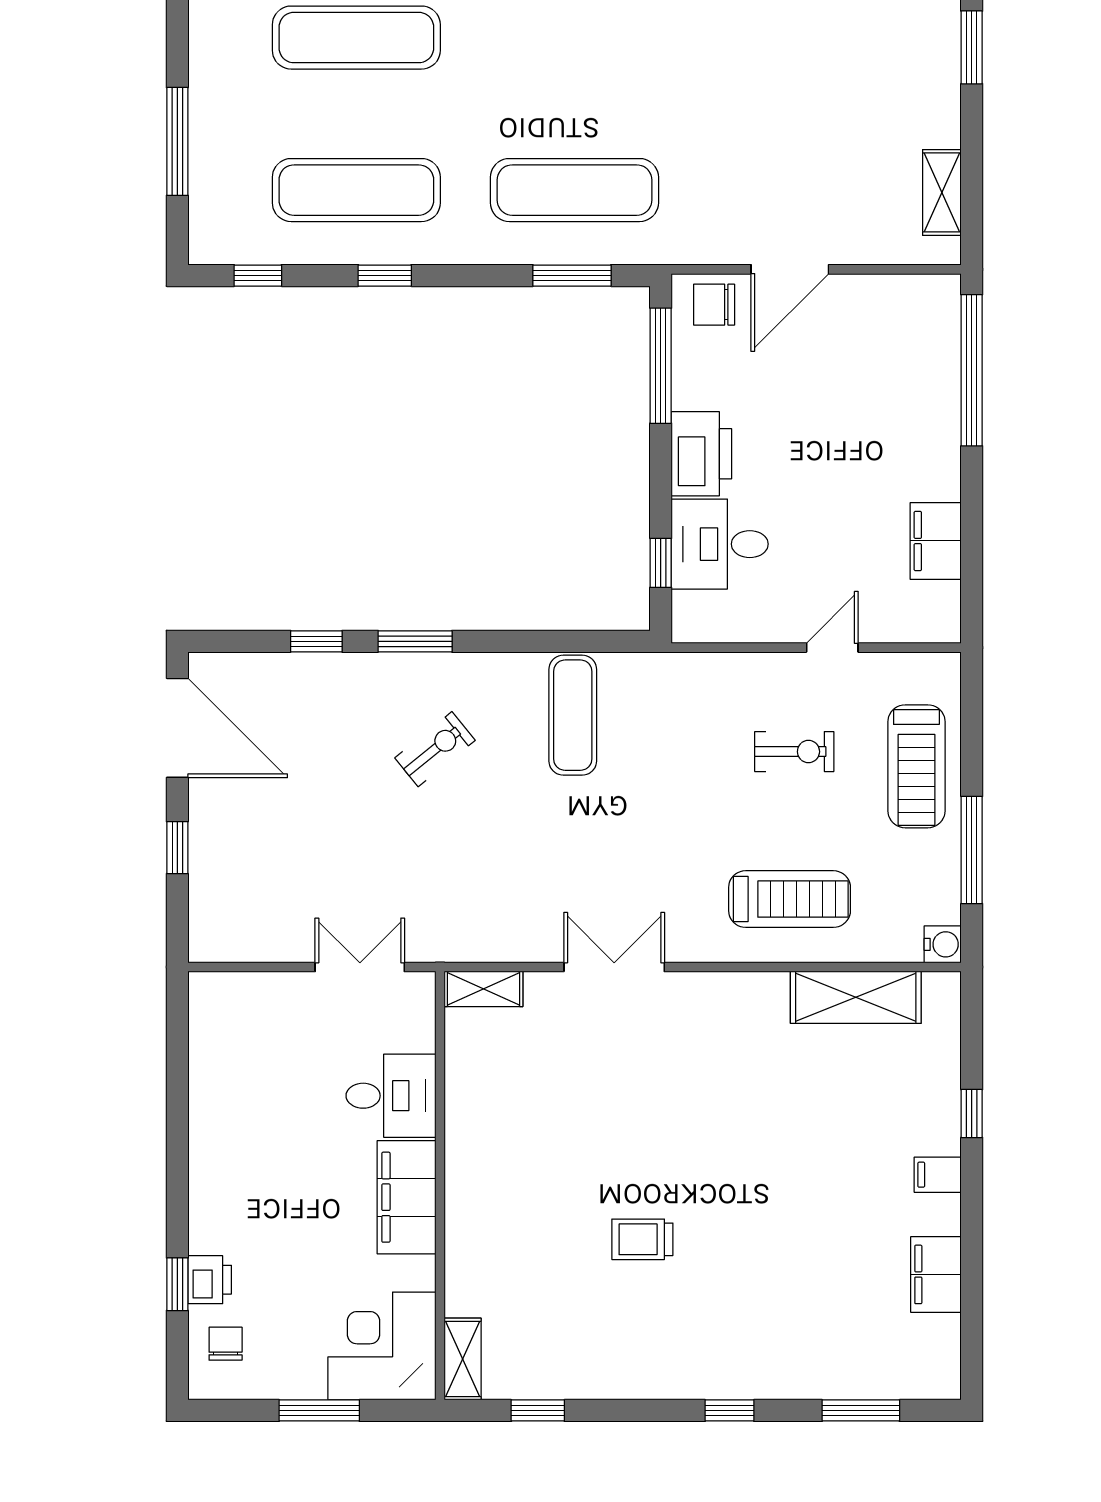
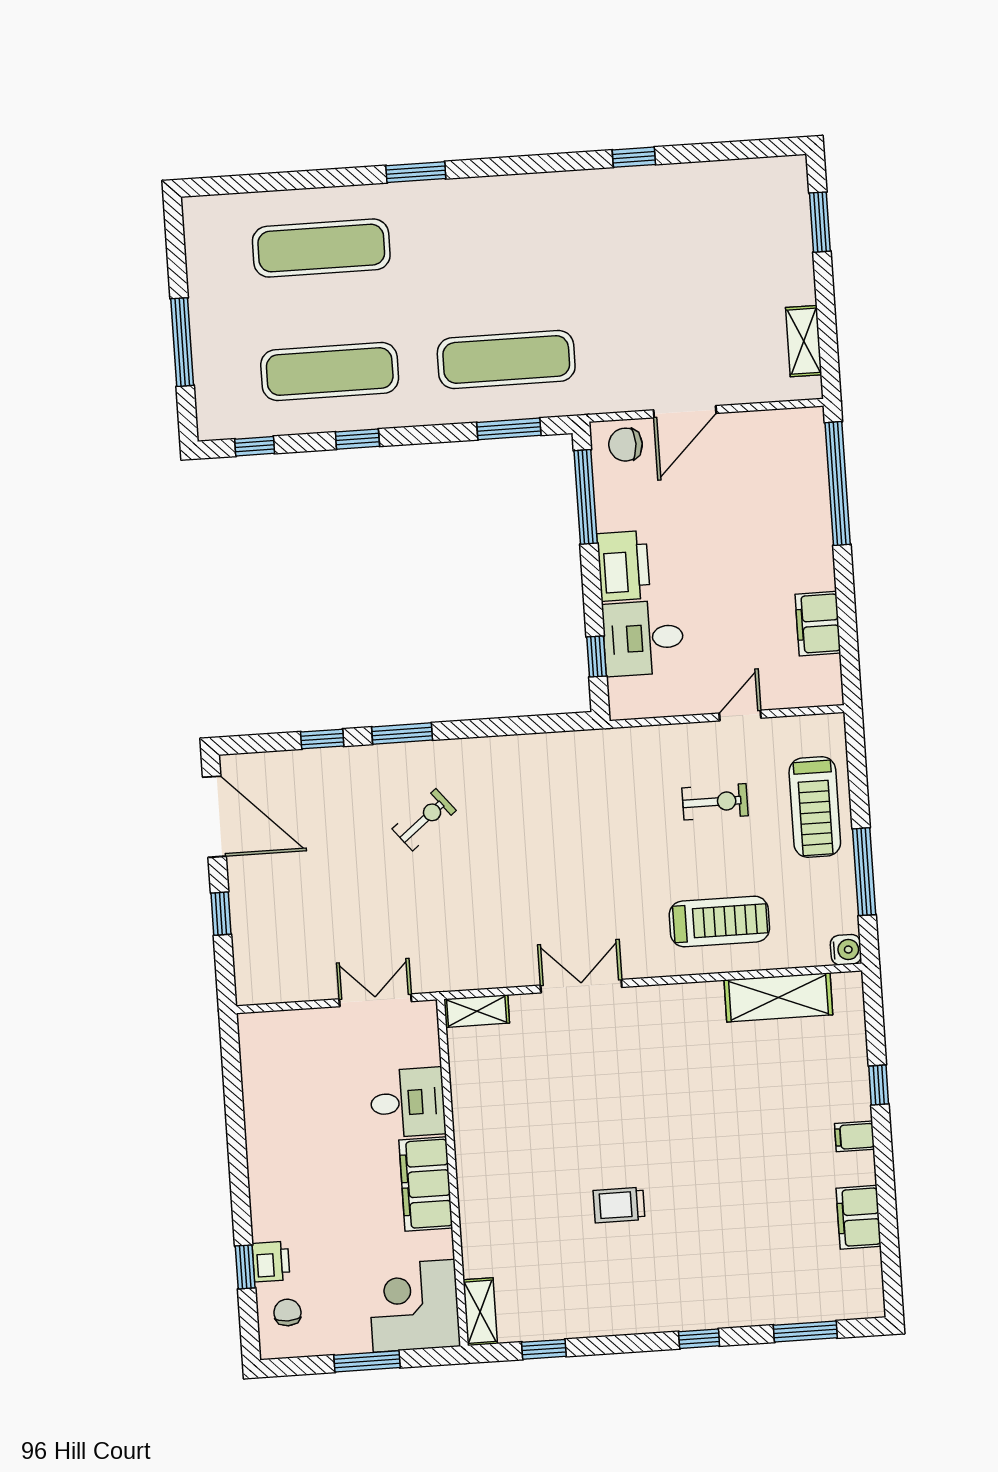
exercise mat: (573, 715) -> (534, 785), removed

